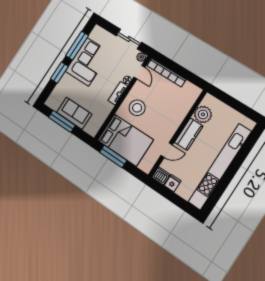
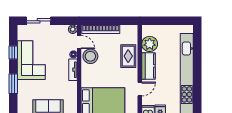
sliding door: (129, 39) -> (39, 21), moved
window: (77, 46) -> (13, 52), width x0.46
stool: (137, 108) -> (90, 56), moved
rug: (176, 113) -> (128, 56), added

